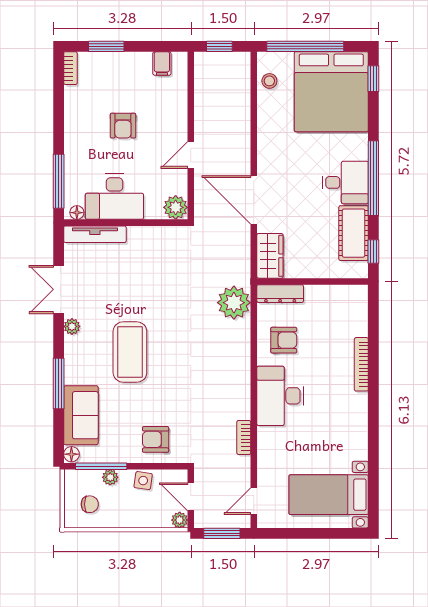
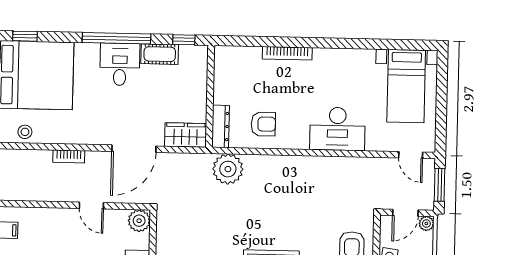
cot: (354, 233) -> (160, 54), width x0.73, depth x0.75
armchair: (284, 340) -> (263, 124), turned 90
desk: (280, 396) -> (337, 129), moved
bookcase: (244, 437) -> (69, 156), moved

